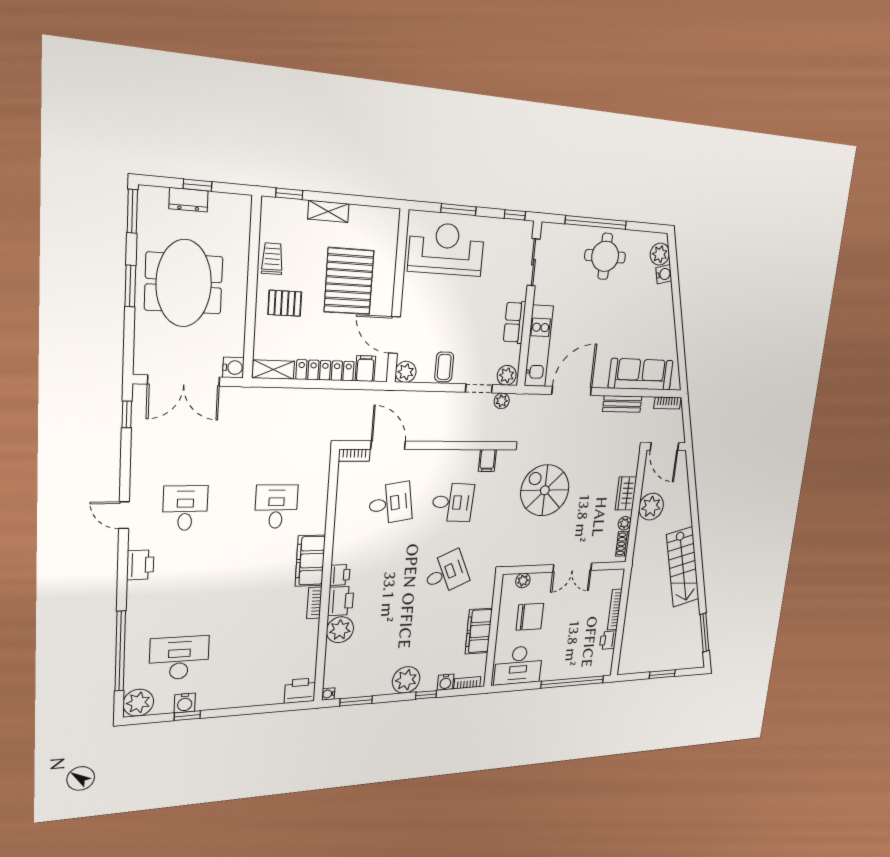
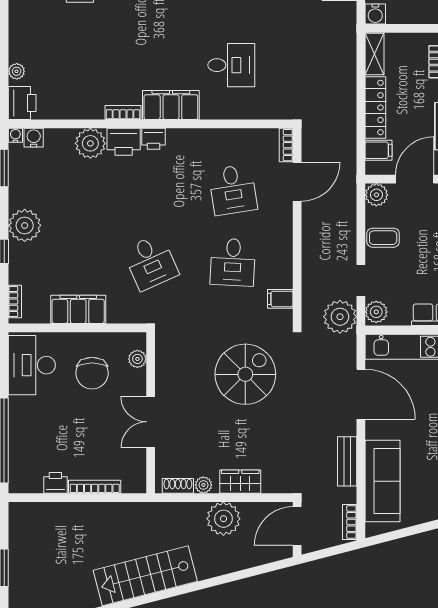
plant: (502, 401) -> (340, 317), width x1.88, depth x1.88
water cooler: (445, 682) -> (34, 138), moved, turned 90
plant: (271, 698) -> (17, 71), added

